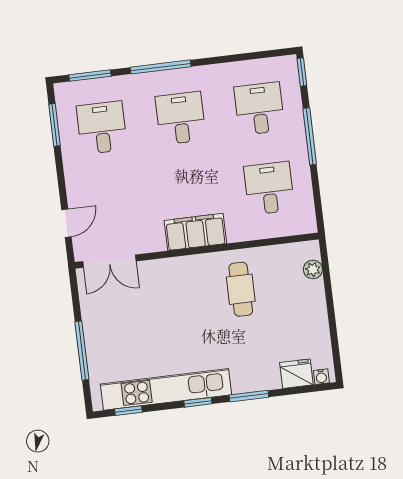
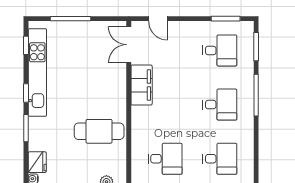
filing cabinet: (195, 232) -> (142, 85), moved
cafe table: (241, 289) -> (99, 131), width x1.37, depth x1.35

